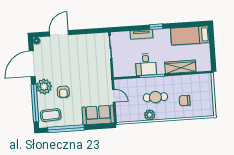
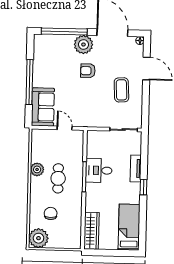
wardrobe: (180, 67) -> (92, 231), moved
armchair: (63, 92) -> (88, 71), moved
door: (114, 96) -> (65, 128), swing flipped
plant: (206, 109) -> (38, 238), added
coffee table: (51, 115) -> (121, 90), moved
window: (66, 129) -> (29, 82), moved

